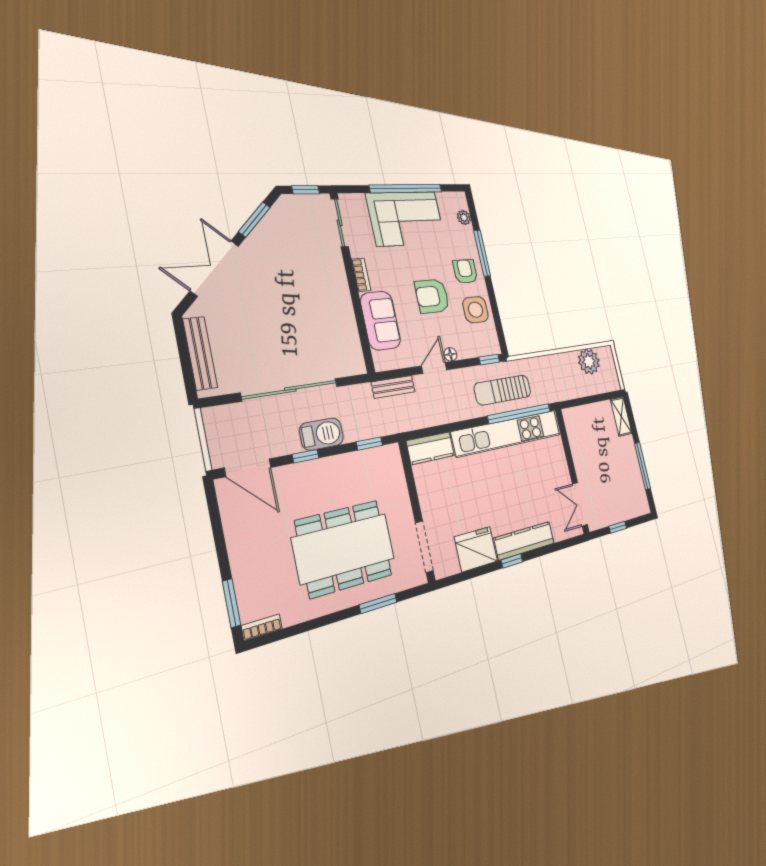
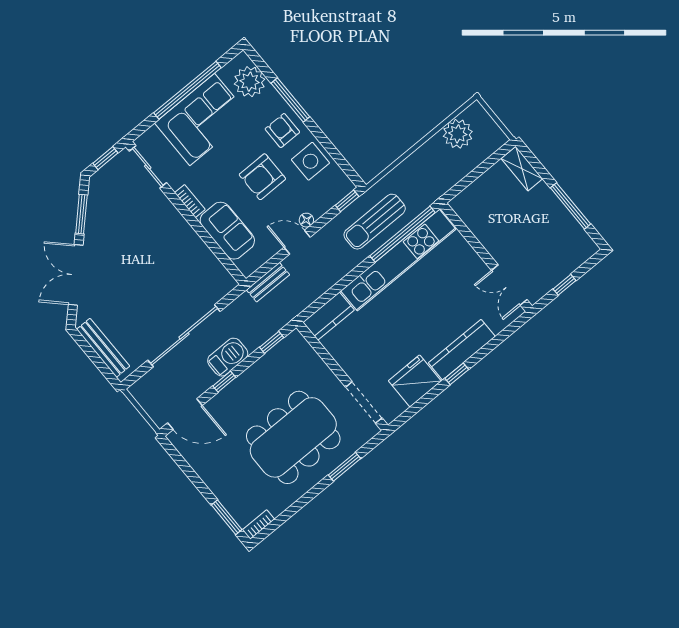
plant: (464, 217) -> (250, 82), width x1.87, depth x1.87
door: (434, 368) -> (297, 242), hinge flipped

